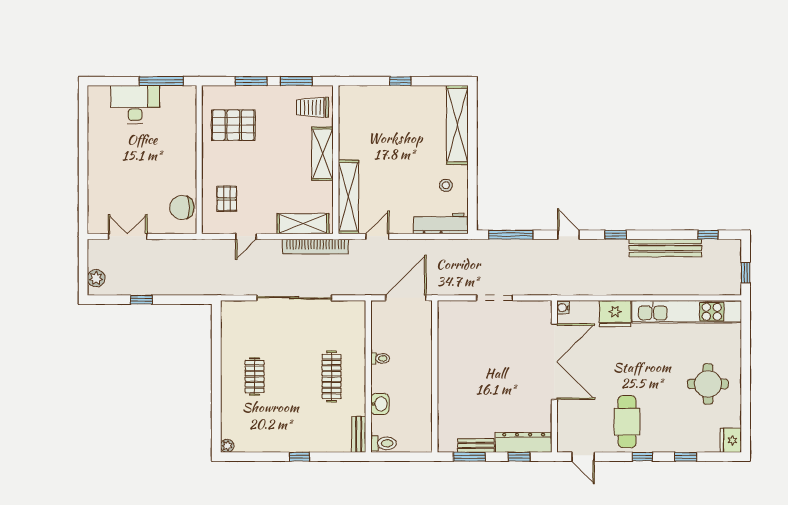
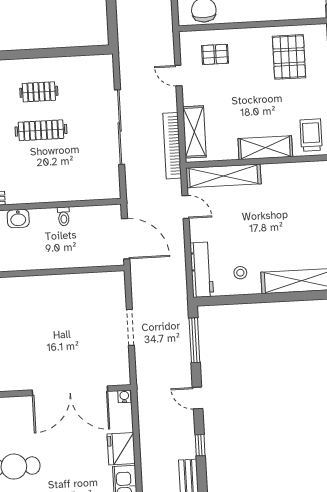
door: (569, 235) -> (198, 398), swing flipped
clothes rail: (332, 376) -> (41, 130), moved

